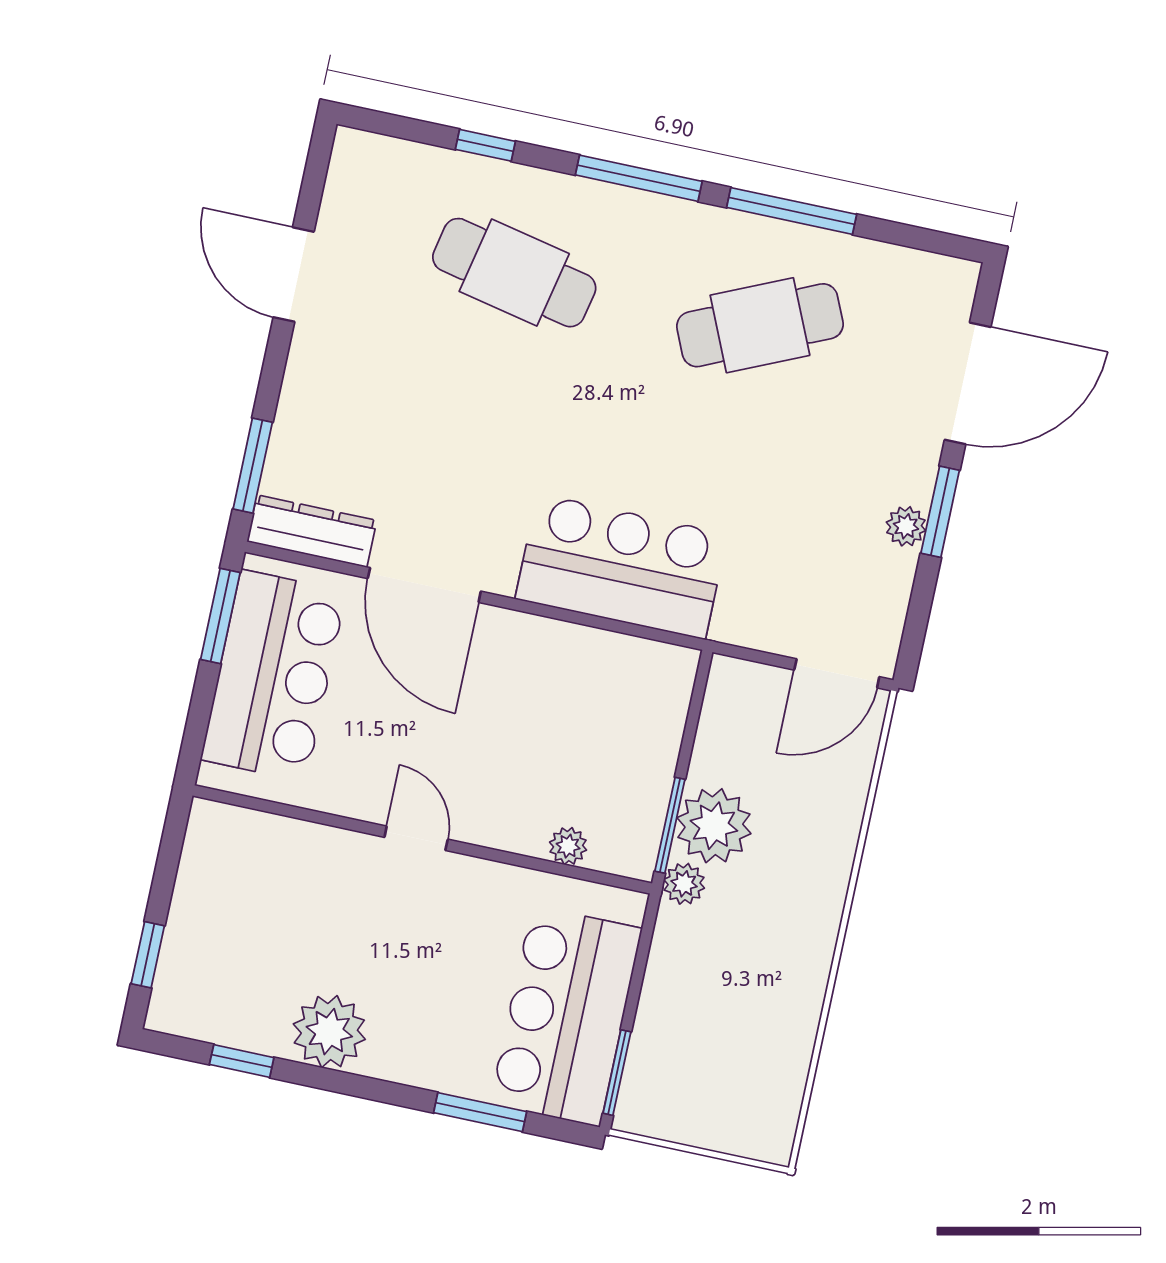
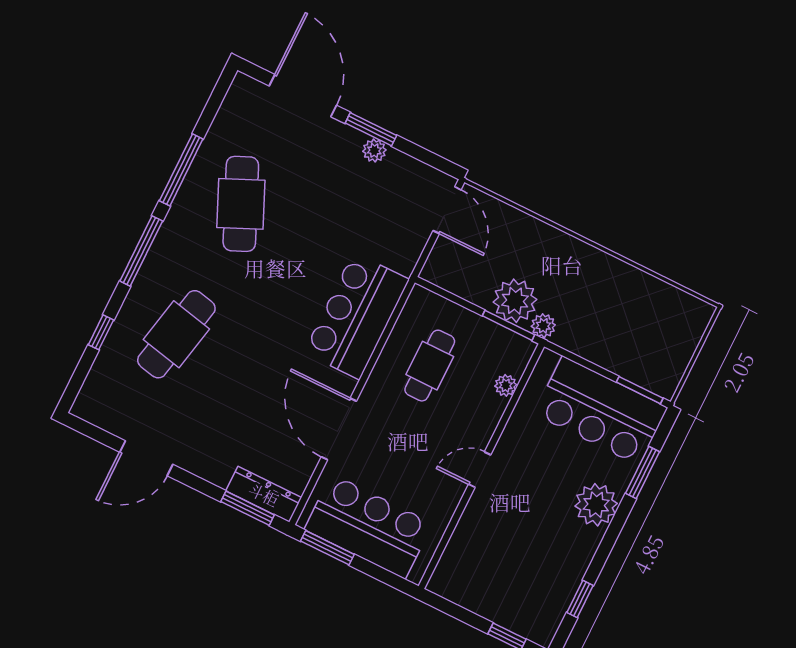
dresser: (312, 531) -> (264, 494), moved, turned 90
door: (424, 585) -> (339, 429), swing flipped
cafe table: (569, 710) -> (430, 366), added
plant: (329, 1032) -> (596, 505), moved

